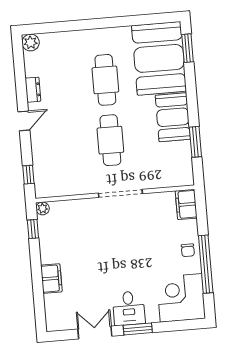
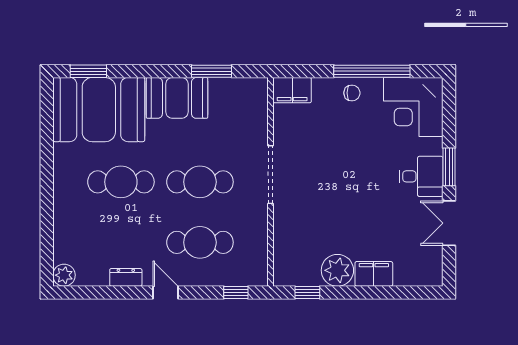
cafe table: (64, 144) -> (200, 242), added
plant: (43, 208) -> (337, 270), moved, width x1.88, depth x1.88

